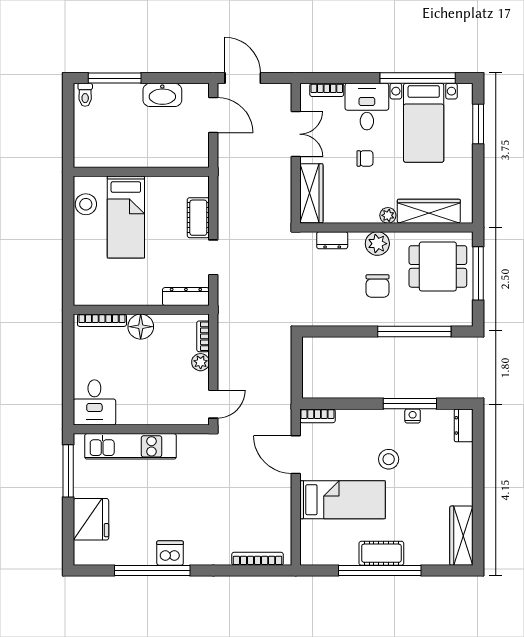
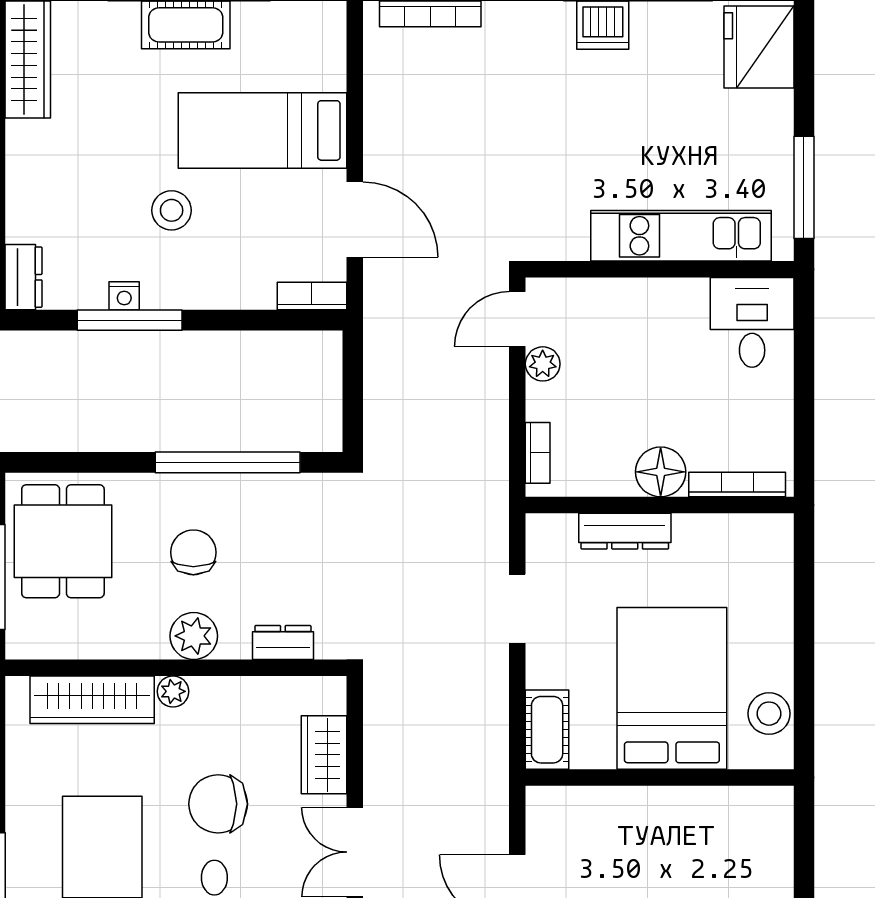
chair: (365, 158) -> (218, 804), width x1.87, depth x1.87
wardrobe: (311, 193) -> (324, 755), width x0.67
bed: (126, 217) -> (672, 688), width x1.50
cot: (198, 218) -> (547, 730), moved
dining table: (438, 266) -> (63, 541), moved, turned 90
dresser: (186, 297) -> (625, 531), moved
window: (414, 331) -> (228, 462), moved
plant: (201, 362) -> (543, 364), moved
fridge: (91, 519) -> (759, 47), moved

